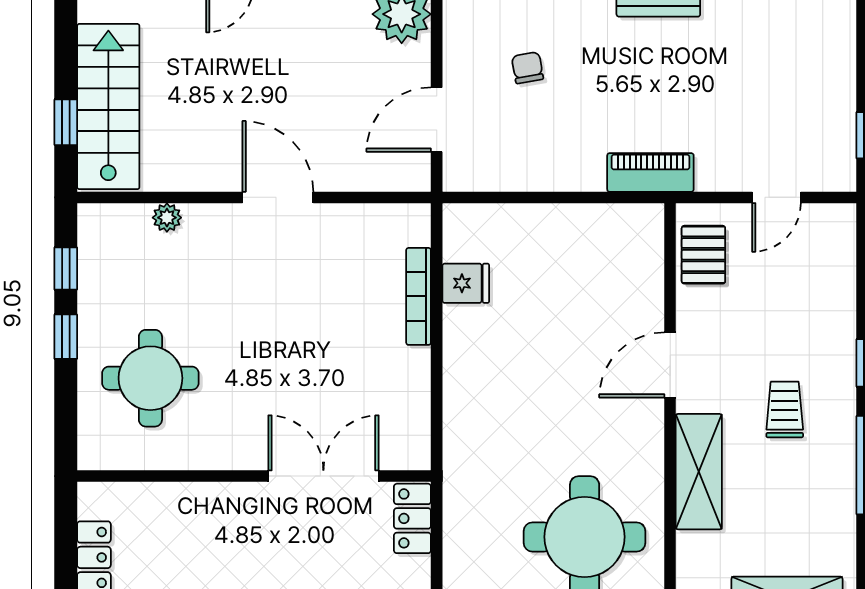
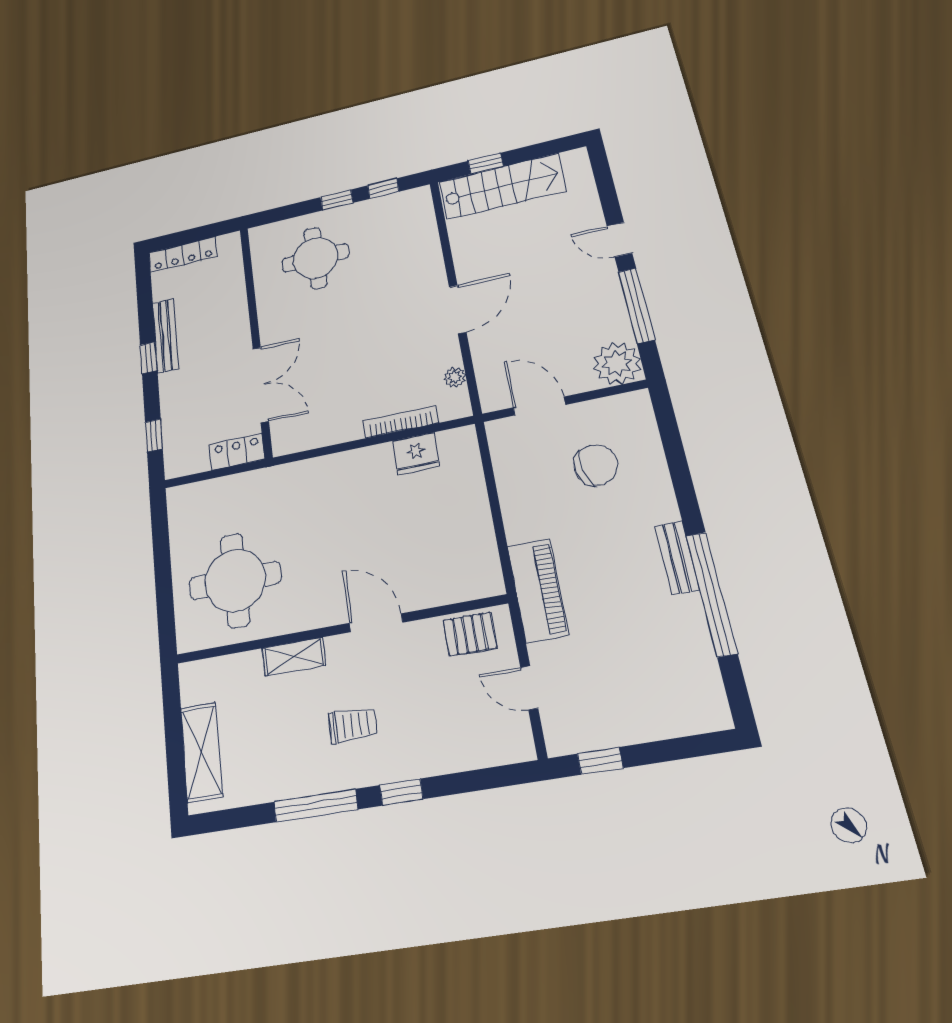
chair: (527, 68) -> (596, 465), width x1.87, depth x1.87
piano: (650, 172) -> (538, 590), width x1.37, depth x1.33
plant: (167, 218) -> (455, 377), moved
fridge: (466, 283) -> (416, 454), width x1.38
shelving: (699, 472) -> (294, 657), width x0.67, depth x0.75

